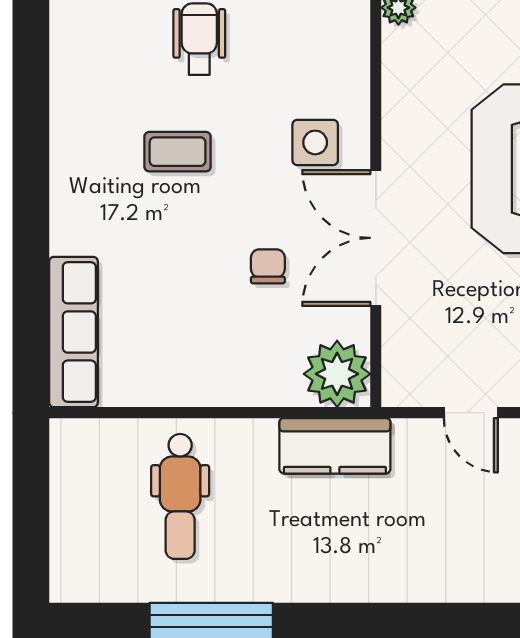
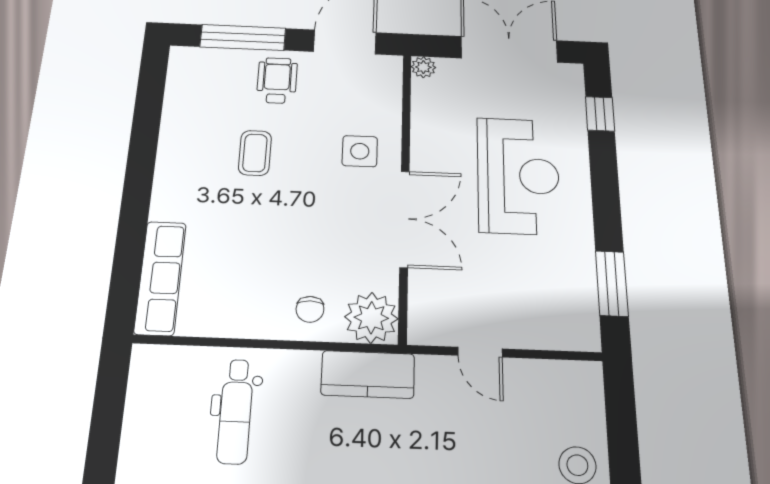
coffee table: (178, 152) -> (255, 153), turned 90
double door: (376, 238) -> (404, 219), swing flipped
chair: (268, 266) -> (310, 309), moved, turned 180

